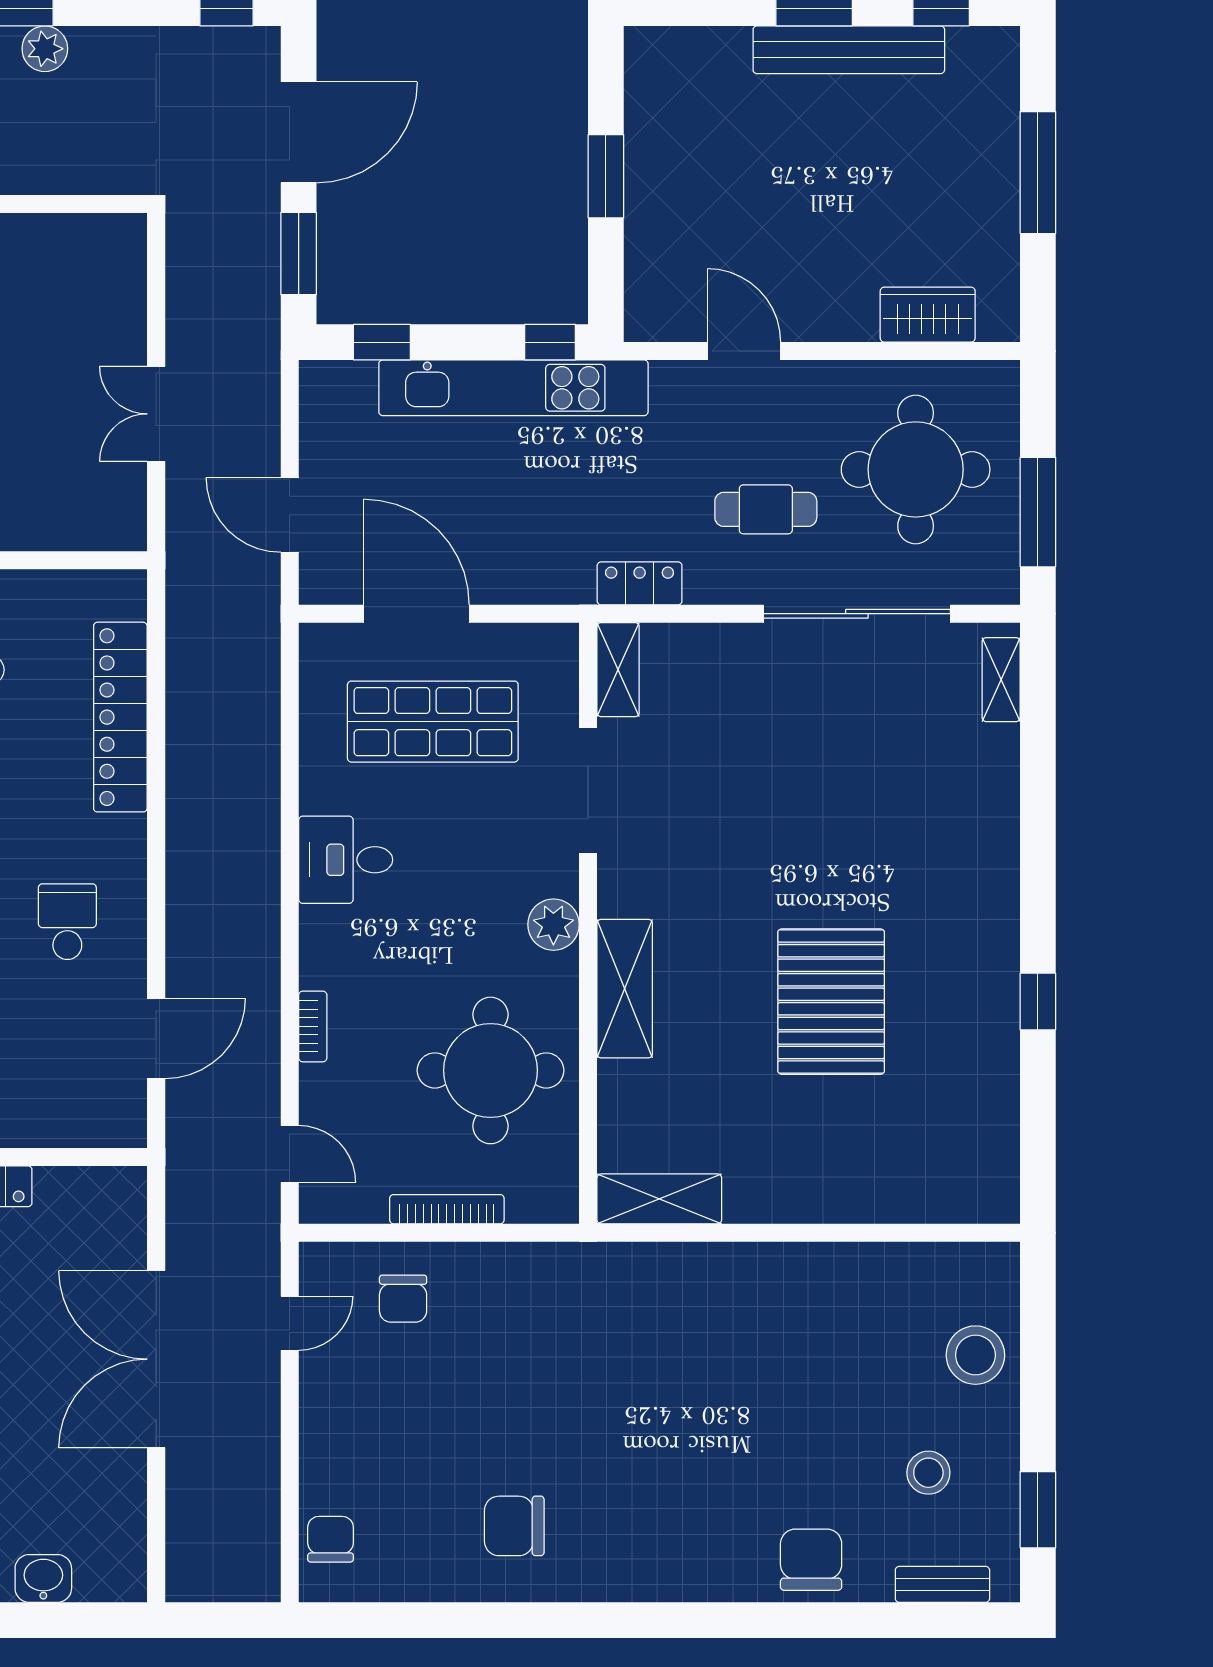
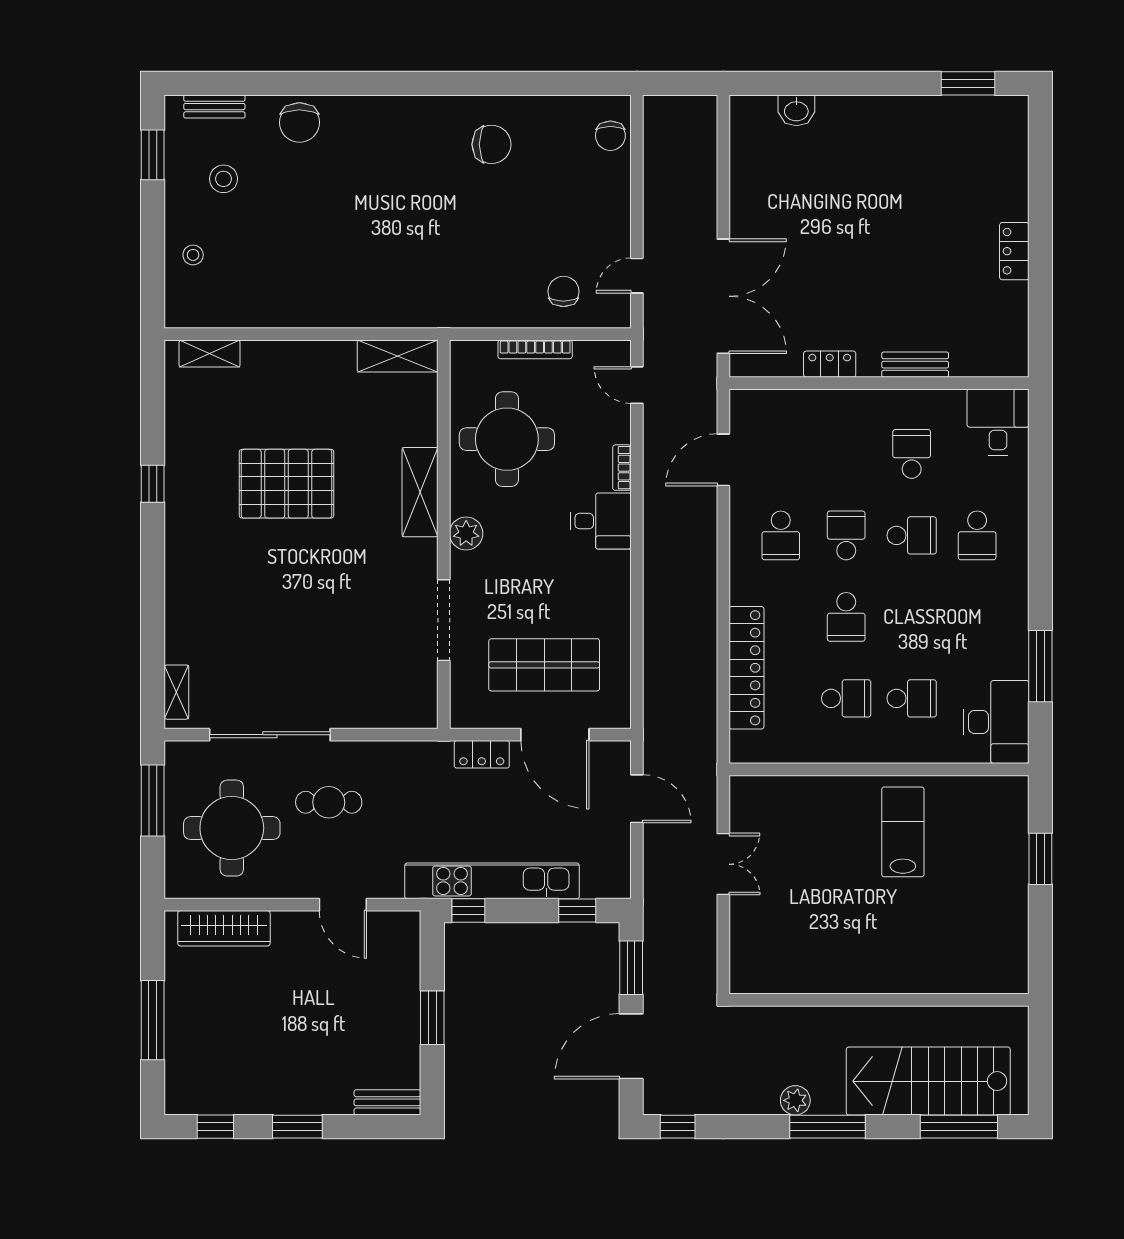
bench: (849, 50) -> (387, 1102), moved, width x0.54, depth x0.82
wardrobe: (928, 315) -> (224, 928), width x1.50
locker: (640, 583) -> (482, 754), moved
shelving: (618, 670) -> (210, 354), moved, turned 90
desk: (346, 860) -> (601, 521), moved
pallet: (831, 1002) -> (286, 484), turned 90
stool: (975, 1355) -> (193, 255), width x0.53, depth x0.53
double door: (156, 1359) -> (723, 296), moved

